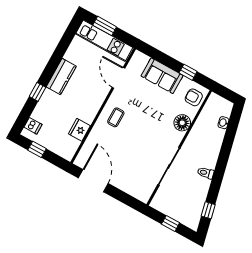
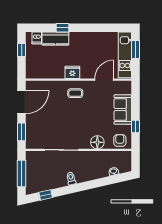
kitchen counter: (61, 77) -> (55, 39), moved
fridge: (79, 130) -> (72, 72), moved
window: (126, 199) -> (22, 132), added
window: (171, 223) -> (22, 173), width x2.17

